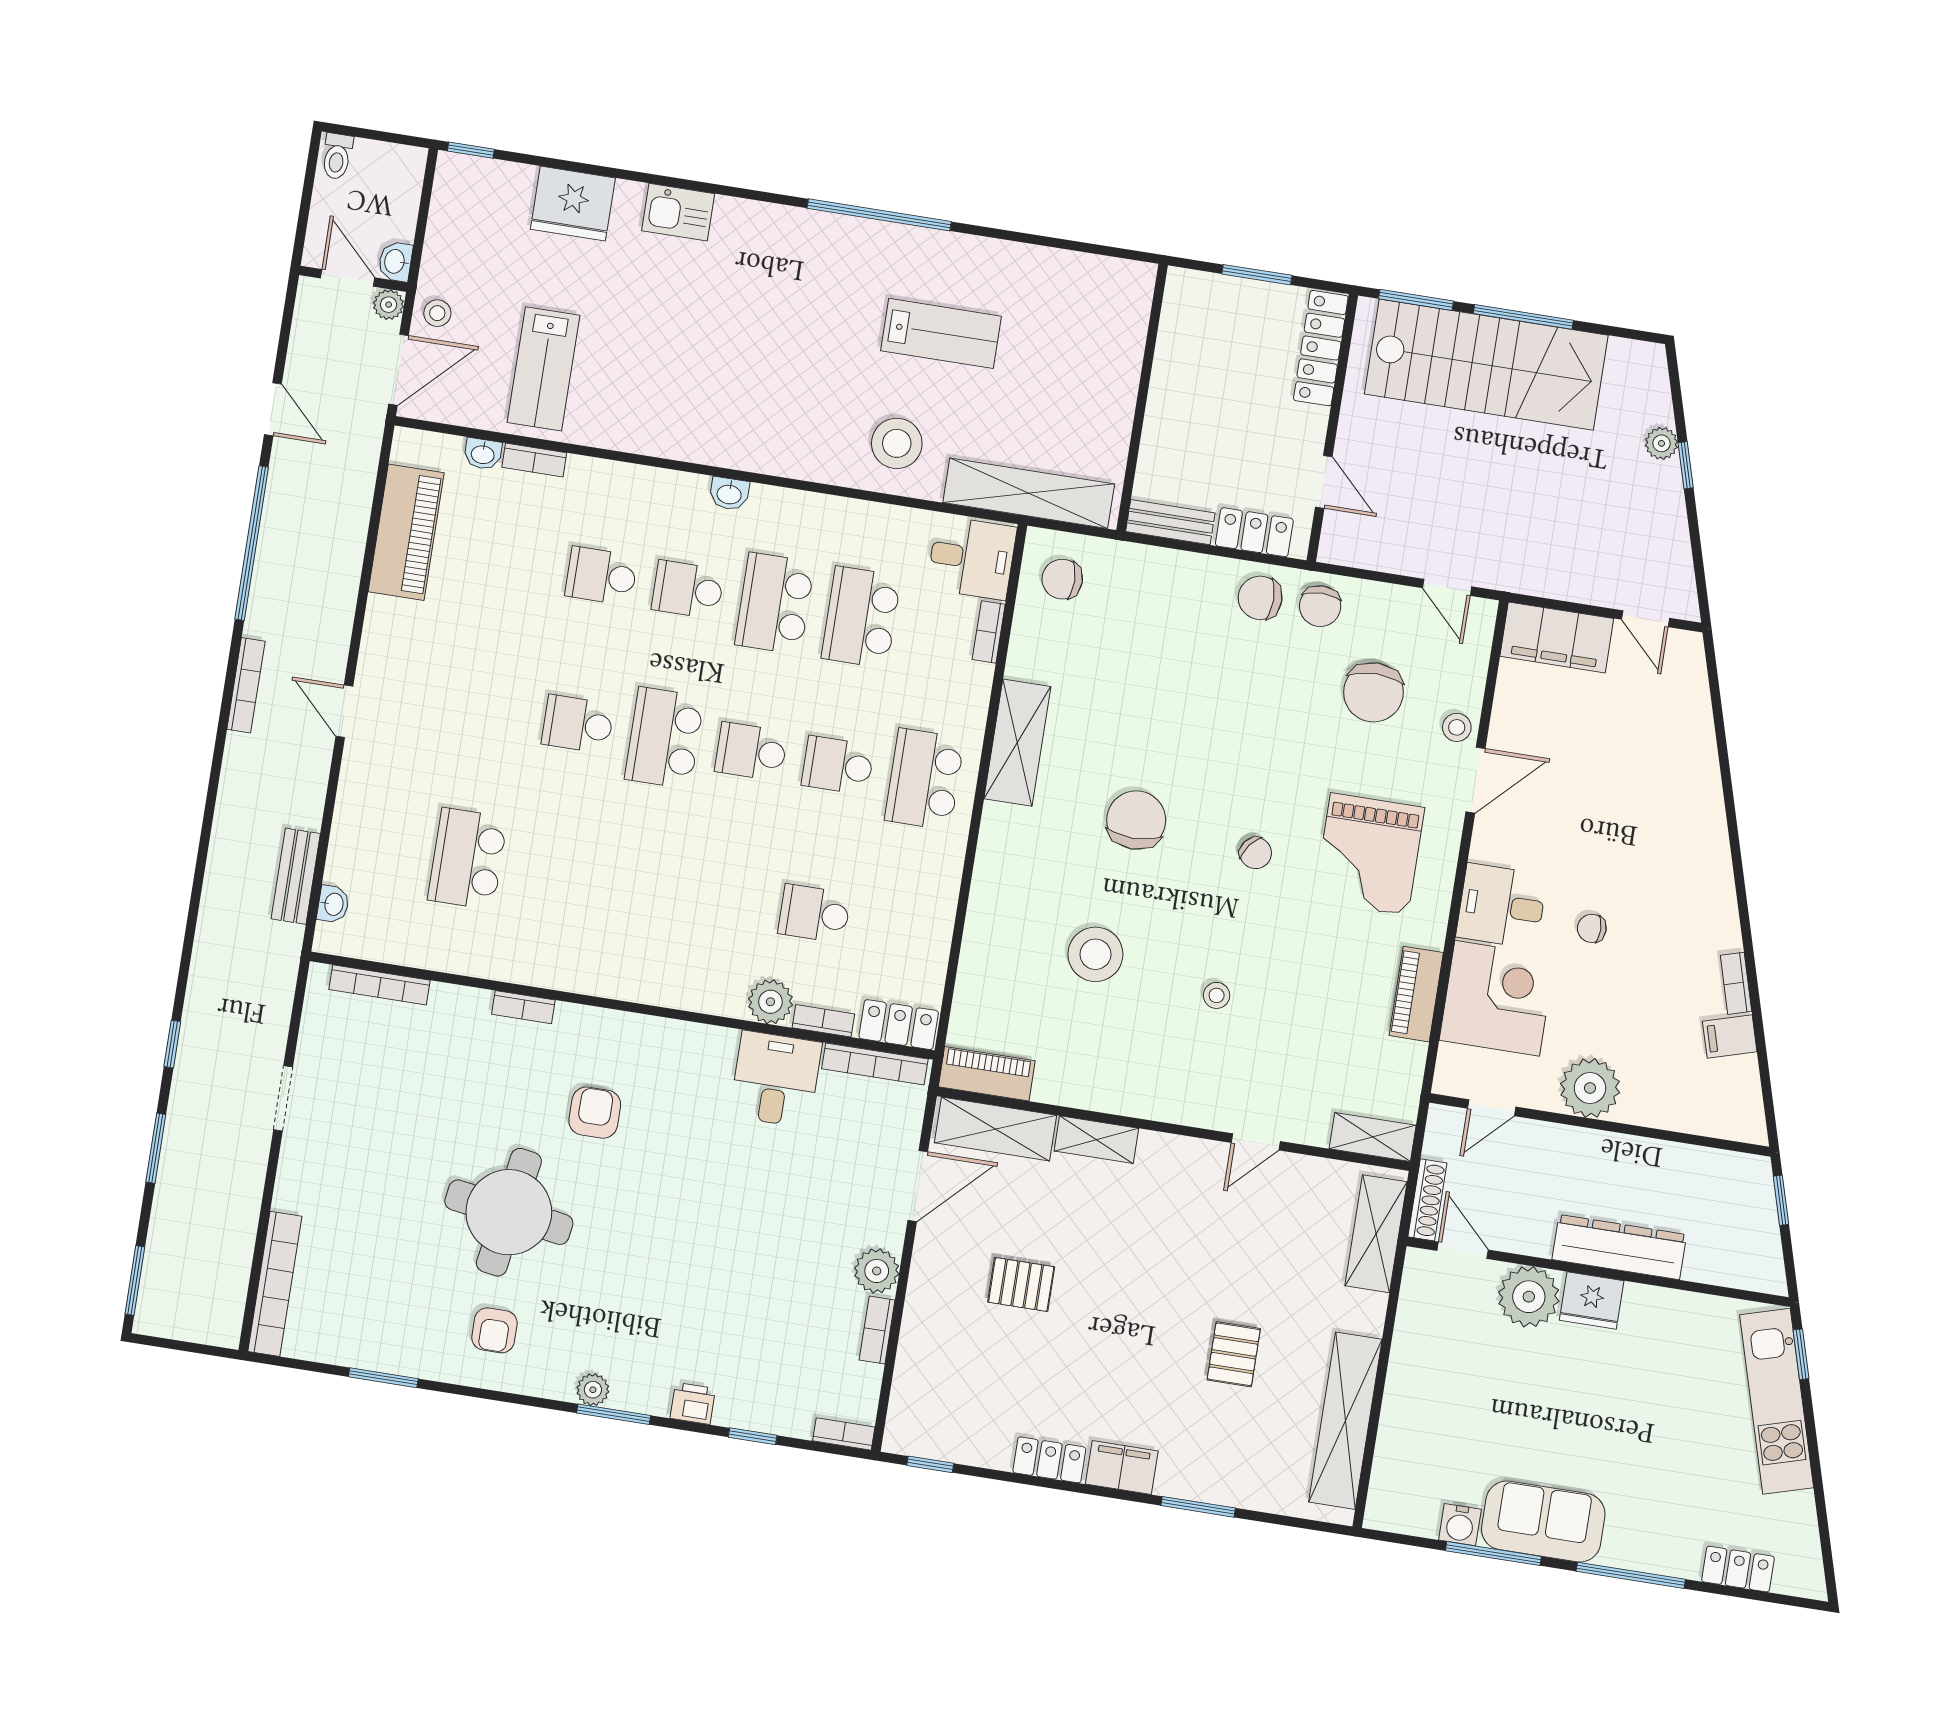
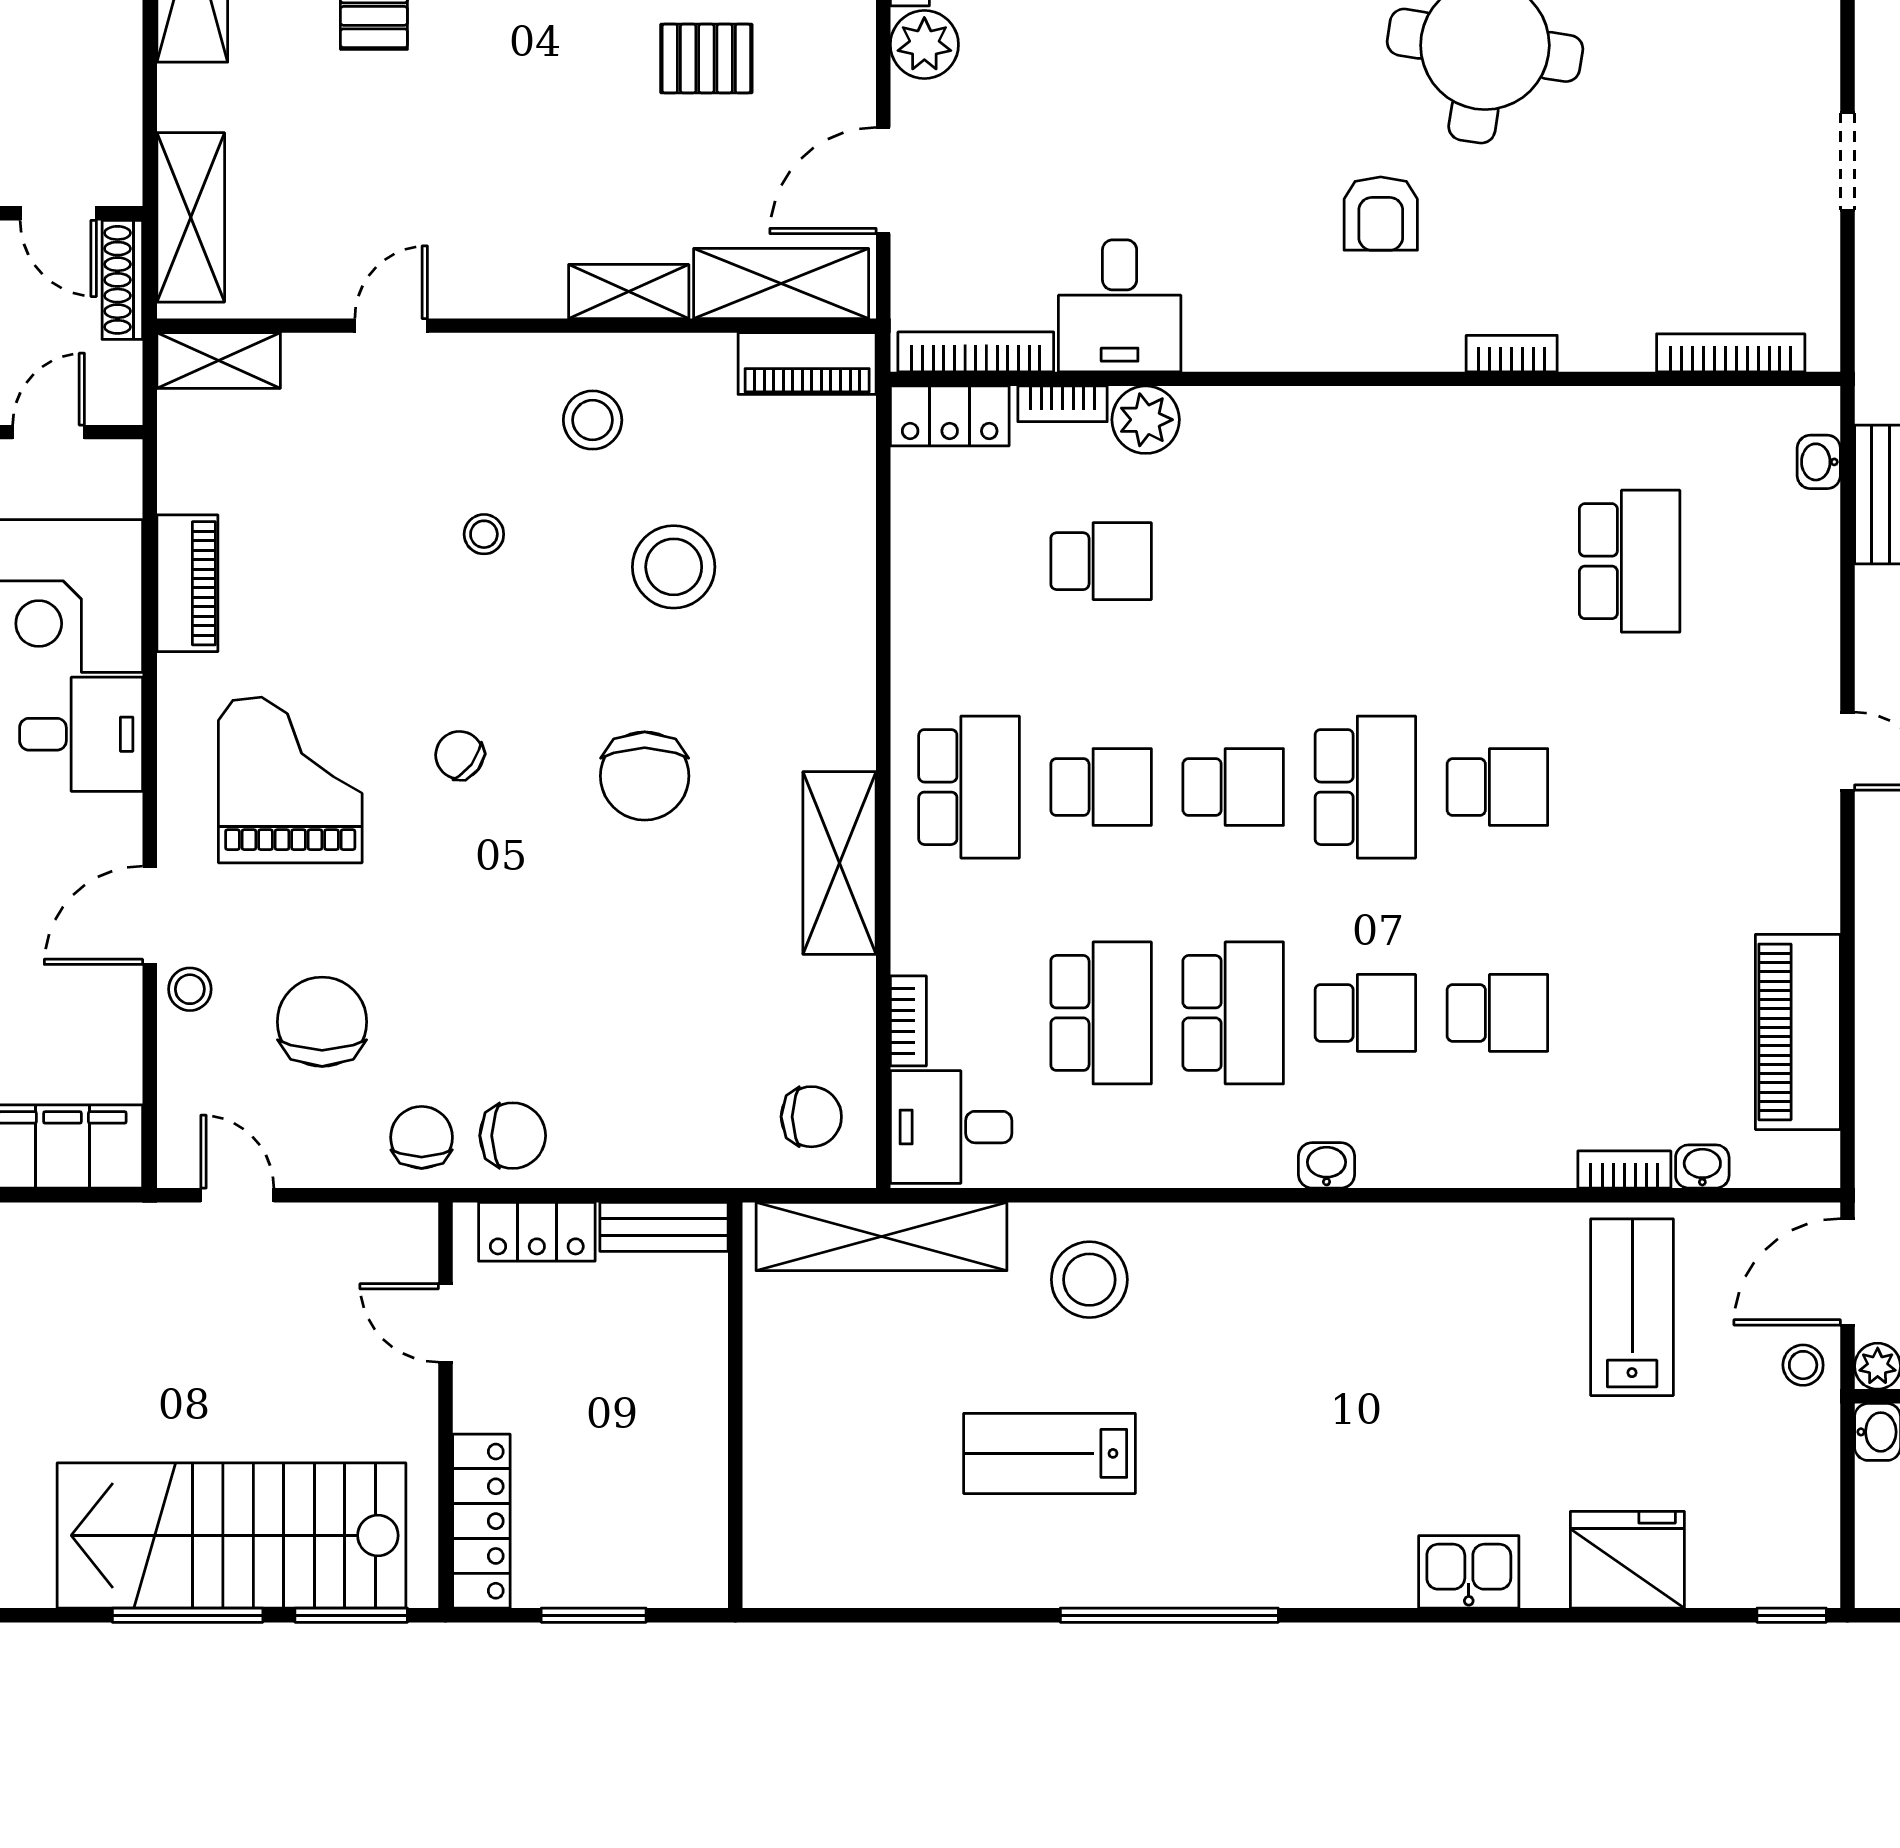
stool: (1133, 1059) -> (593, 420), added

